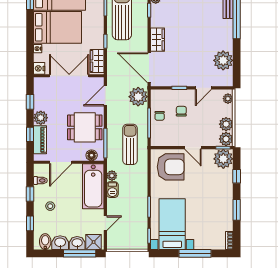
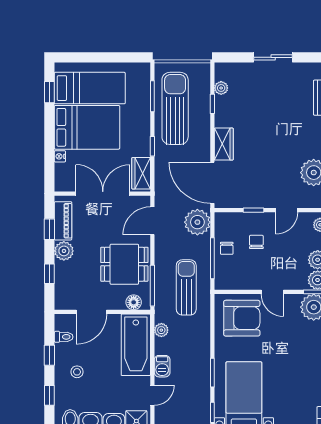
nightstand: (39, 68) -> (62, 183), removed
piano: (40, 140) -> (63, 221), moved
barbecue: (112, 190) -> (162, 366), moved

